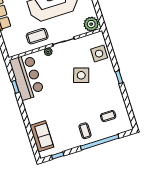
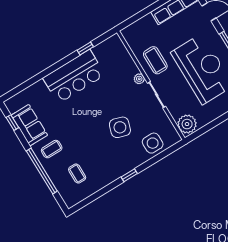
bar counter: (27, 77) -> (74, 76), moved
sofa: (42, 136) -> (29, 125), moved, turned -90

